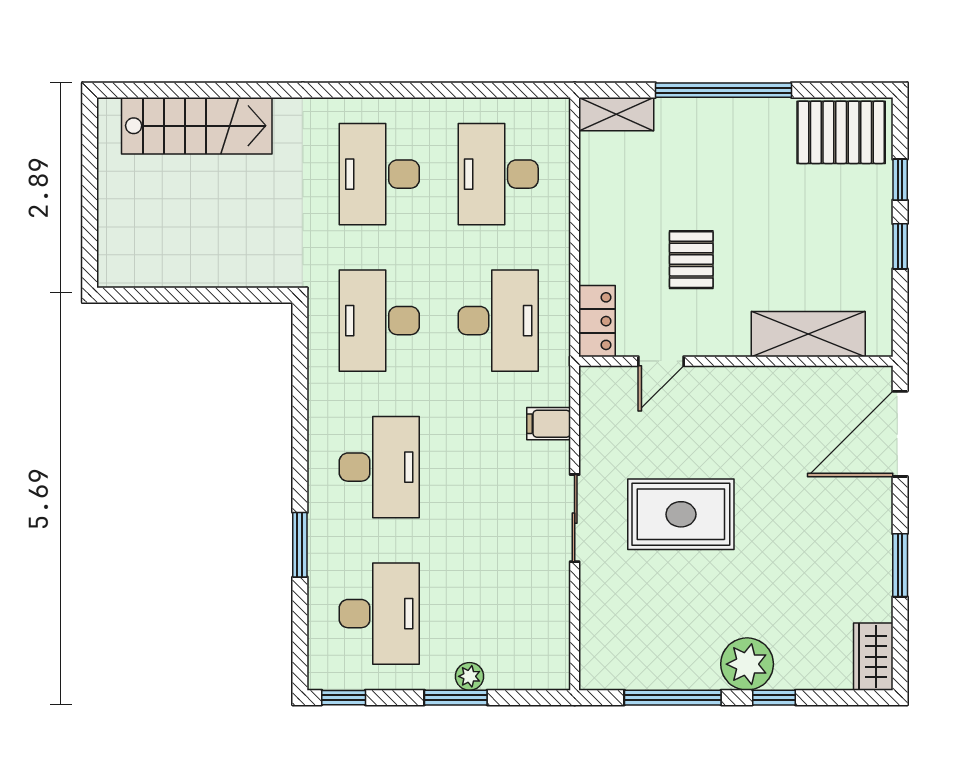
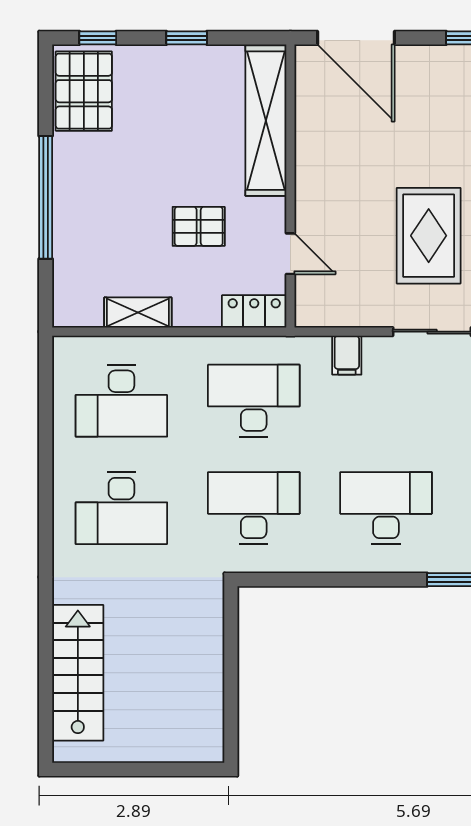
shelving: (616, 114) -> (138, 313), moved, turned 90
window: (900, 180) -> (98, 38), moved
desk: (379, 321) -> (254, 508), turned 180
shelving: (808, 334) -> (266, 121), width x1.47

